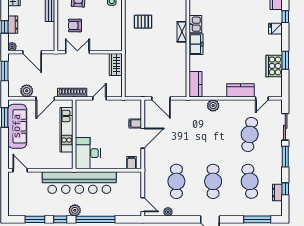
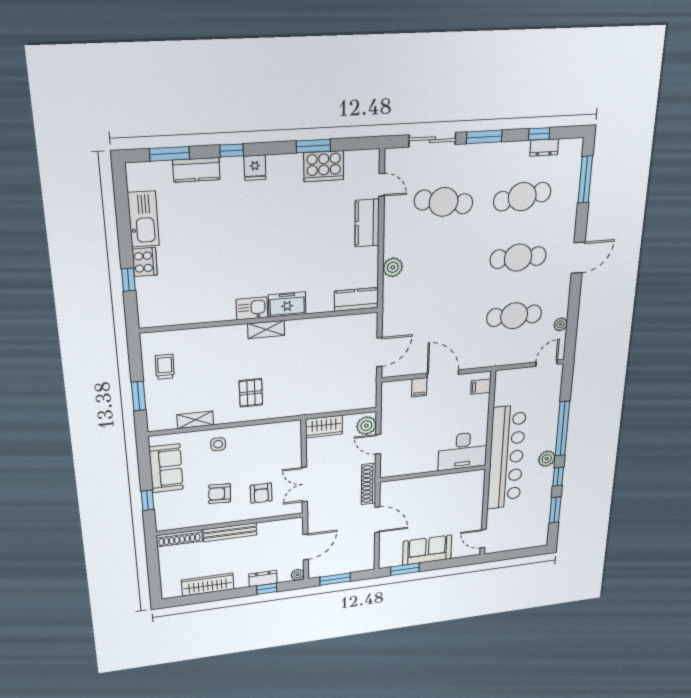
plant: (27, 91) -> (366, 426), moved
sofa: (17, 126) -> (427, 550), width x0.73
kitchen unit: (67, 130) -> (426, 485), removed
door: (20, 170) -> (483, 539), hinge flipped

